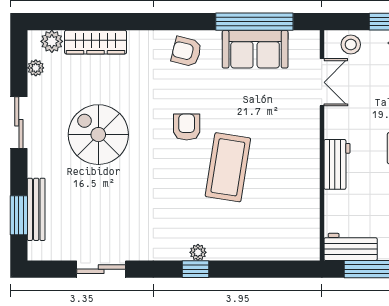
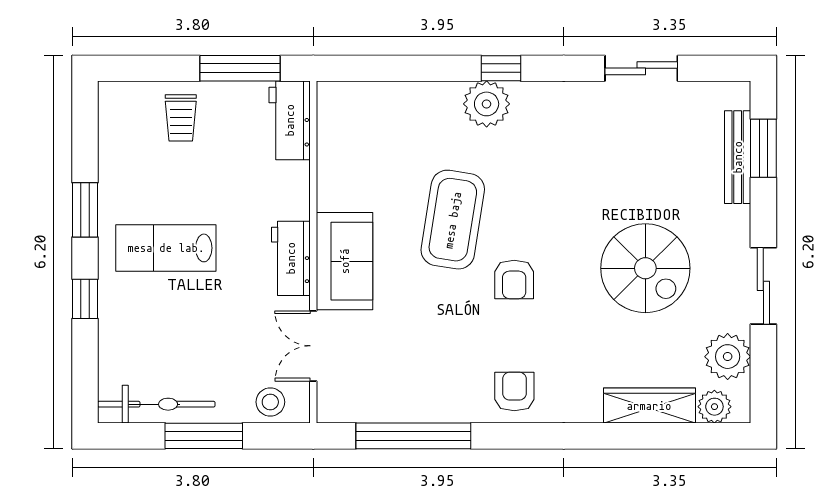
sofa: (255, 49) -> (345, 261), moved, turned 90
armchair: (186, 52) -> (514, 392), turned -104
plant: (36, 68) -> (728, 357), width x1.88, depth x1.88
workbench: (337, 164) -> (291, 258), moved
workbench: (351, 247) -> (290, 120), moved, turned 90
plant: (198, 252) -> (487, 104), width x1.88, depth x1.88

